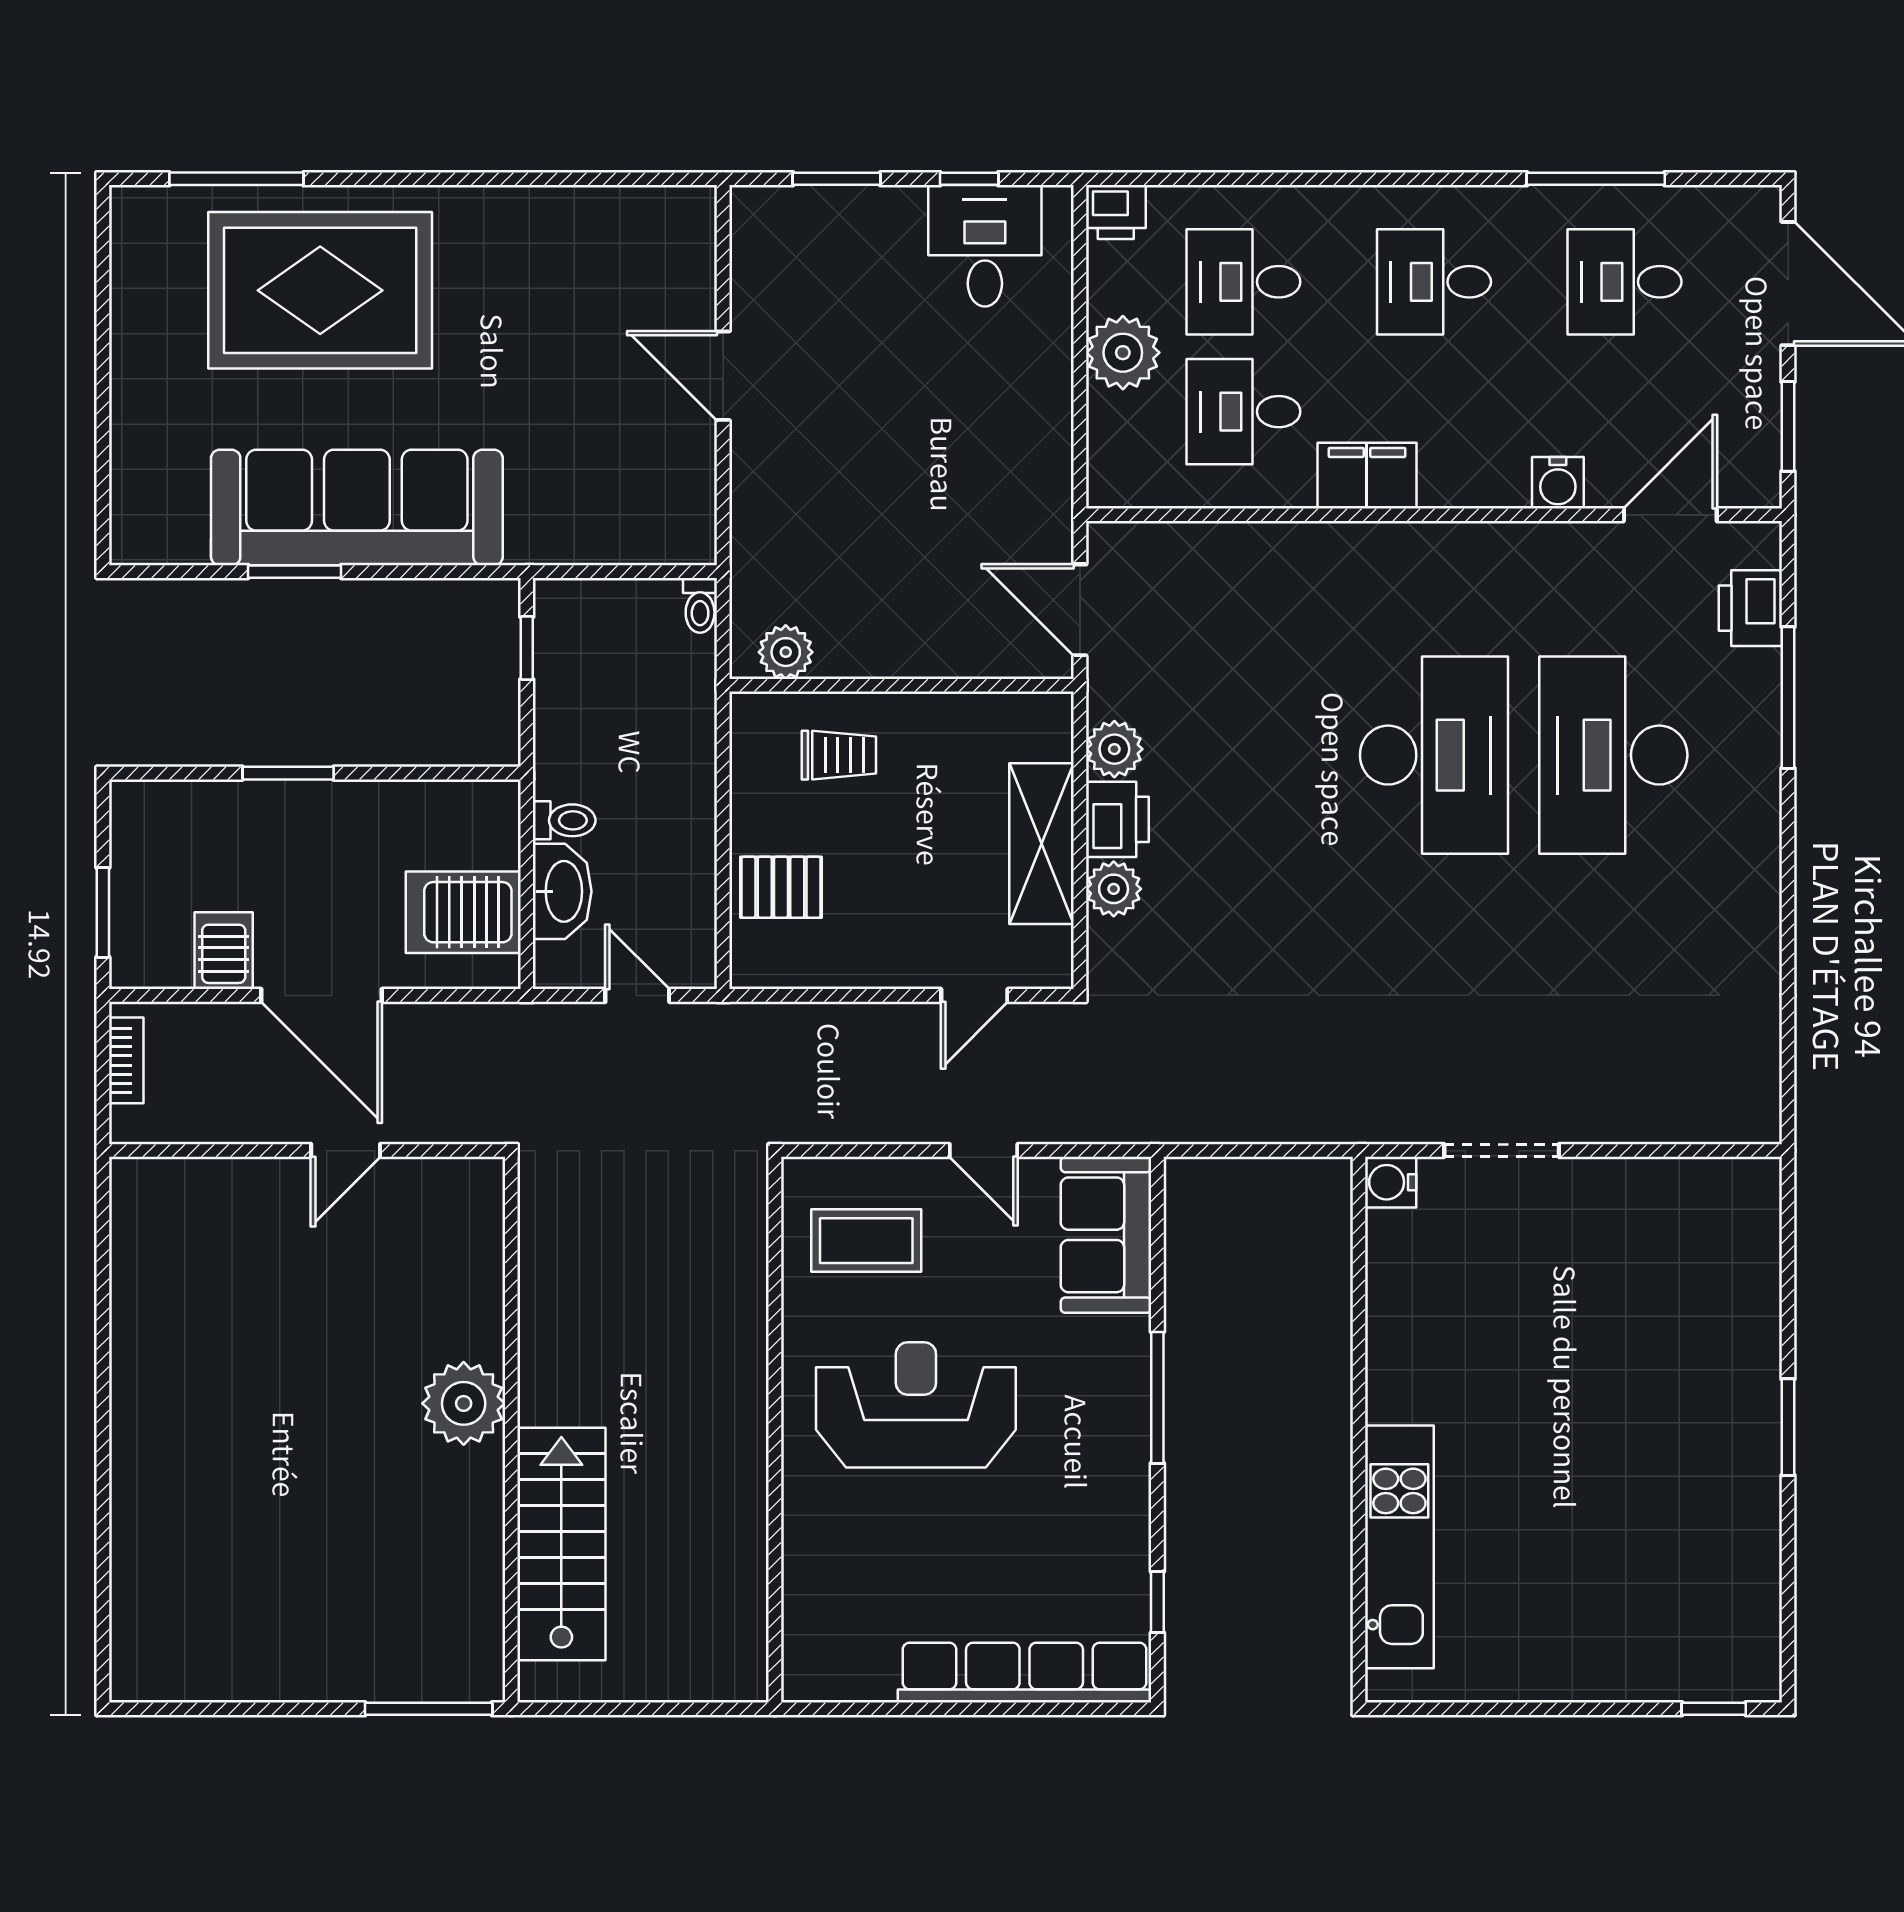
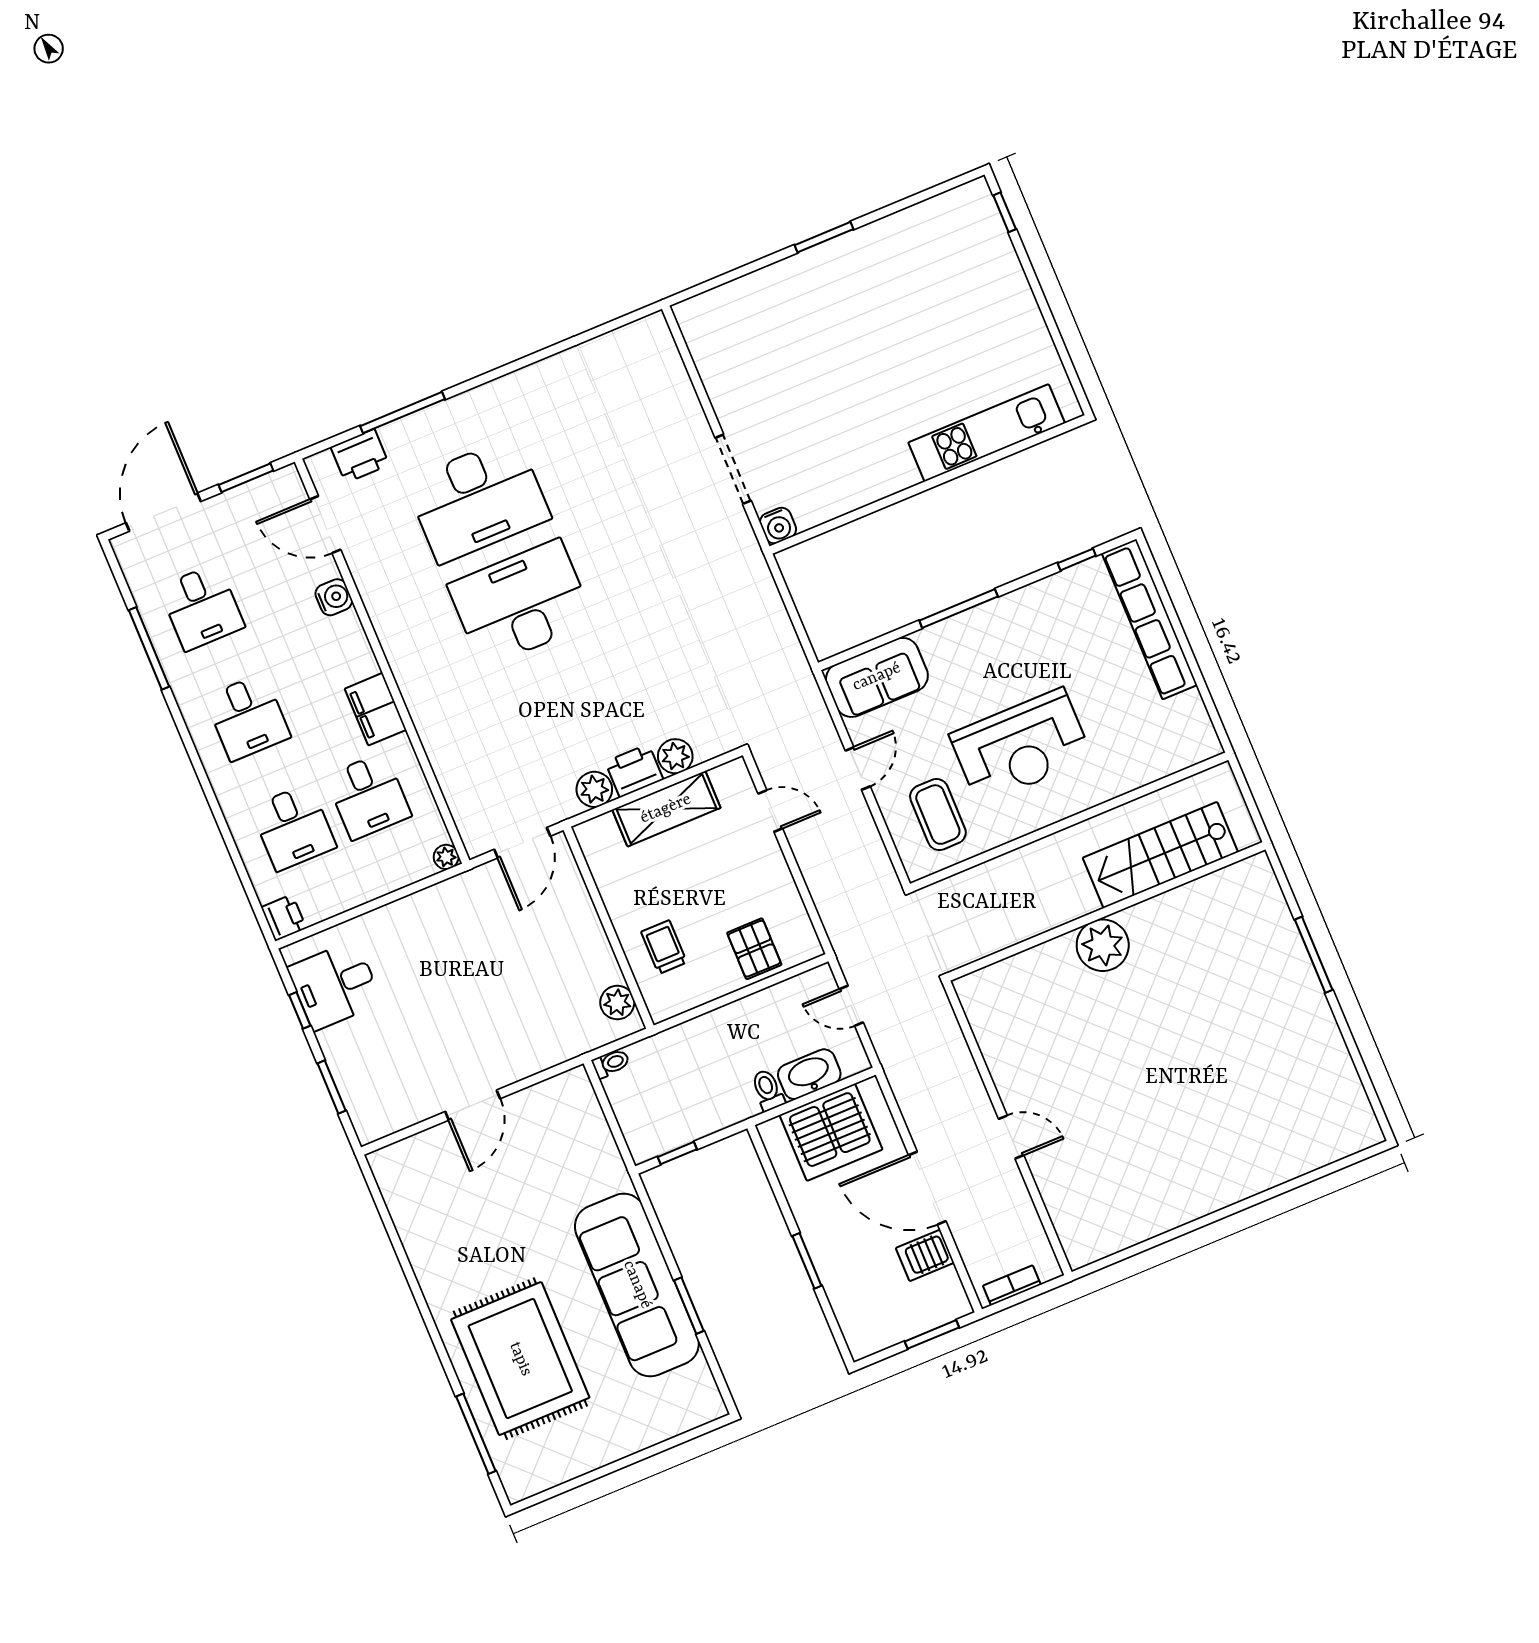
plant: (1123, 353) -> (446, 857), moved, width x0.53, depth x0.53
server rack: (463, 912) -> (831, 1132), width x1.60
door: (322, 995) -> (927, 1188), swing flipped
door: (637, 995) -> (851, 1006), hinge flipped
plant: (464, 1403) -> (1103, 945), moved
reception desk: (916, 1405) -> (1021, 746), turned -90
wall: (511, 1430) -> (1106, 911), moved
stairs: (561, 1544) -> (1160, 855), moved

